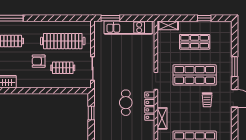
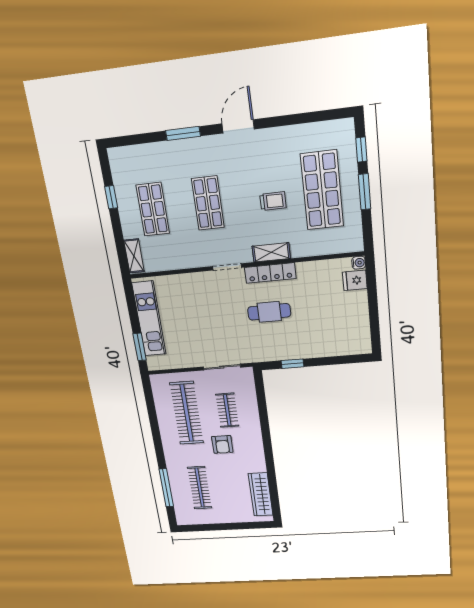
shop shelf: (195, 75) -> (208, 203), width x0.70, depth x0.74
trolley: (207, 100) -> (273, 201), moved
shelving: (162, 118) -> (271, 252), moved

